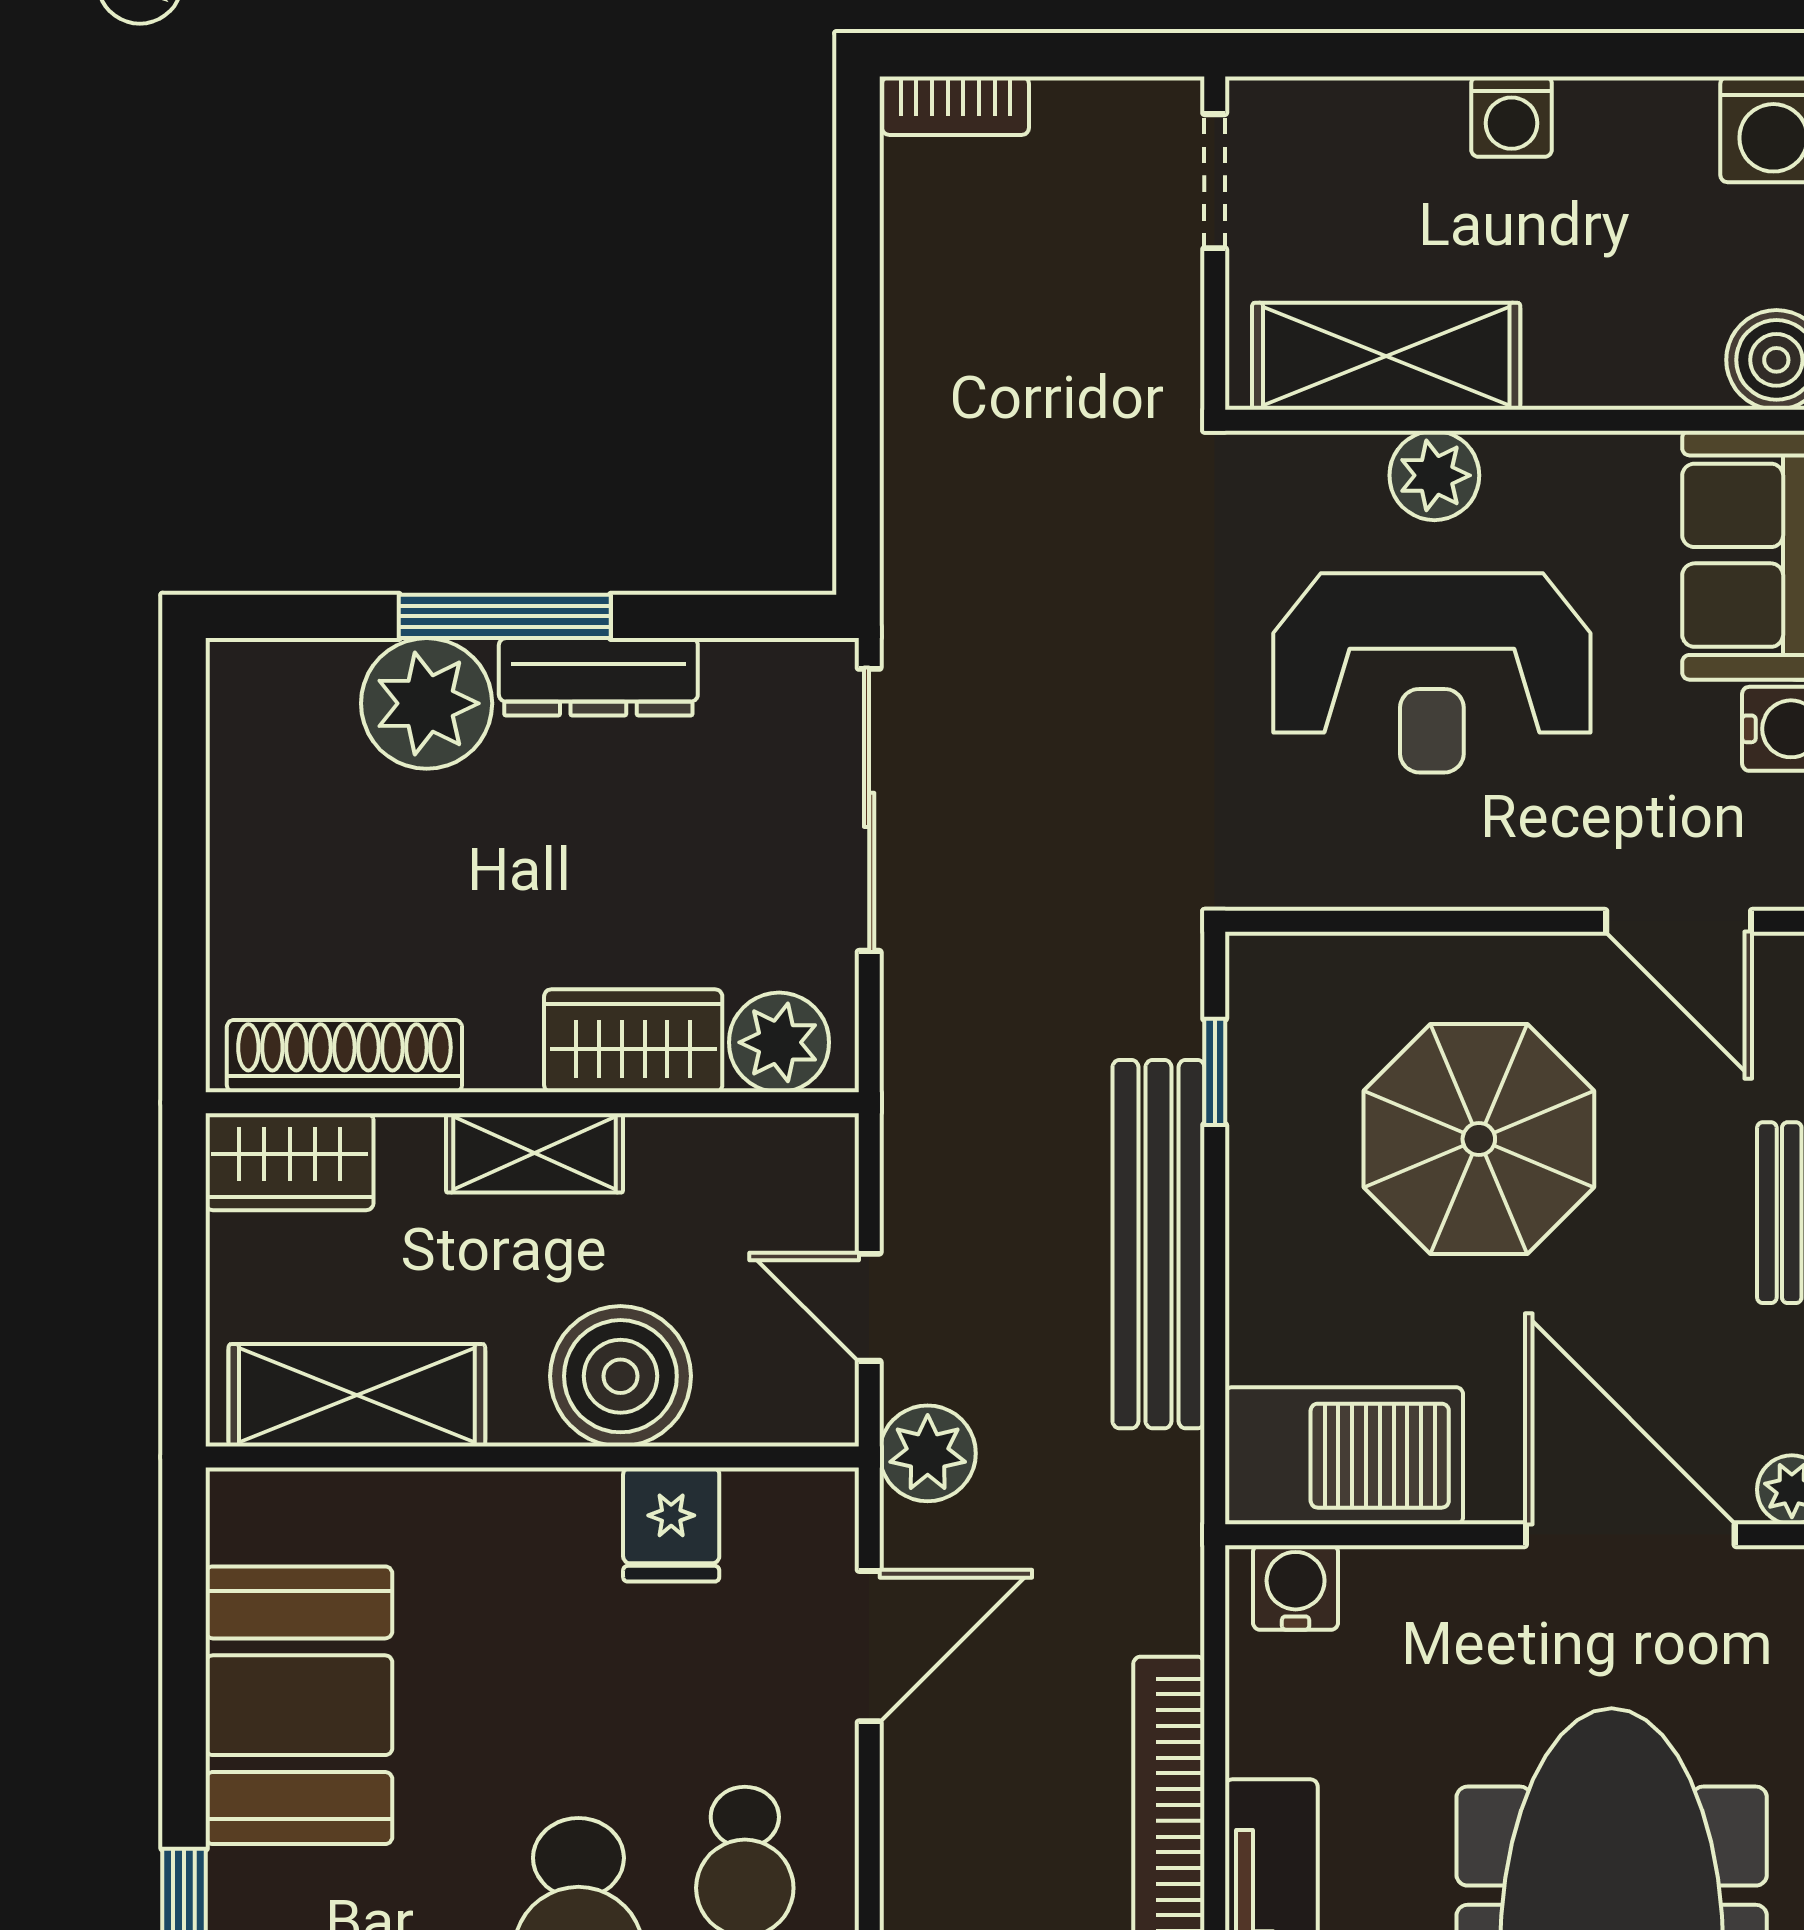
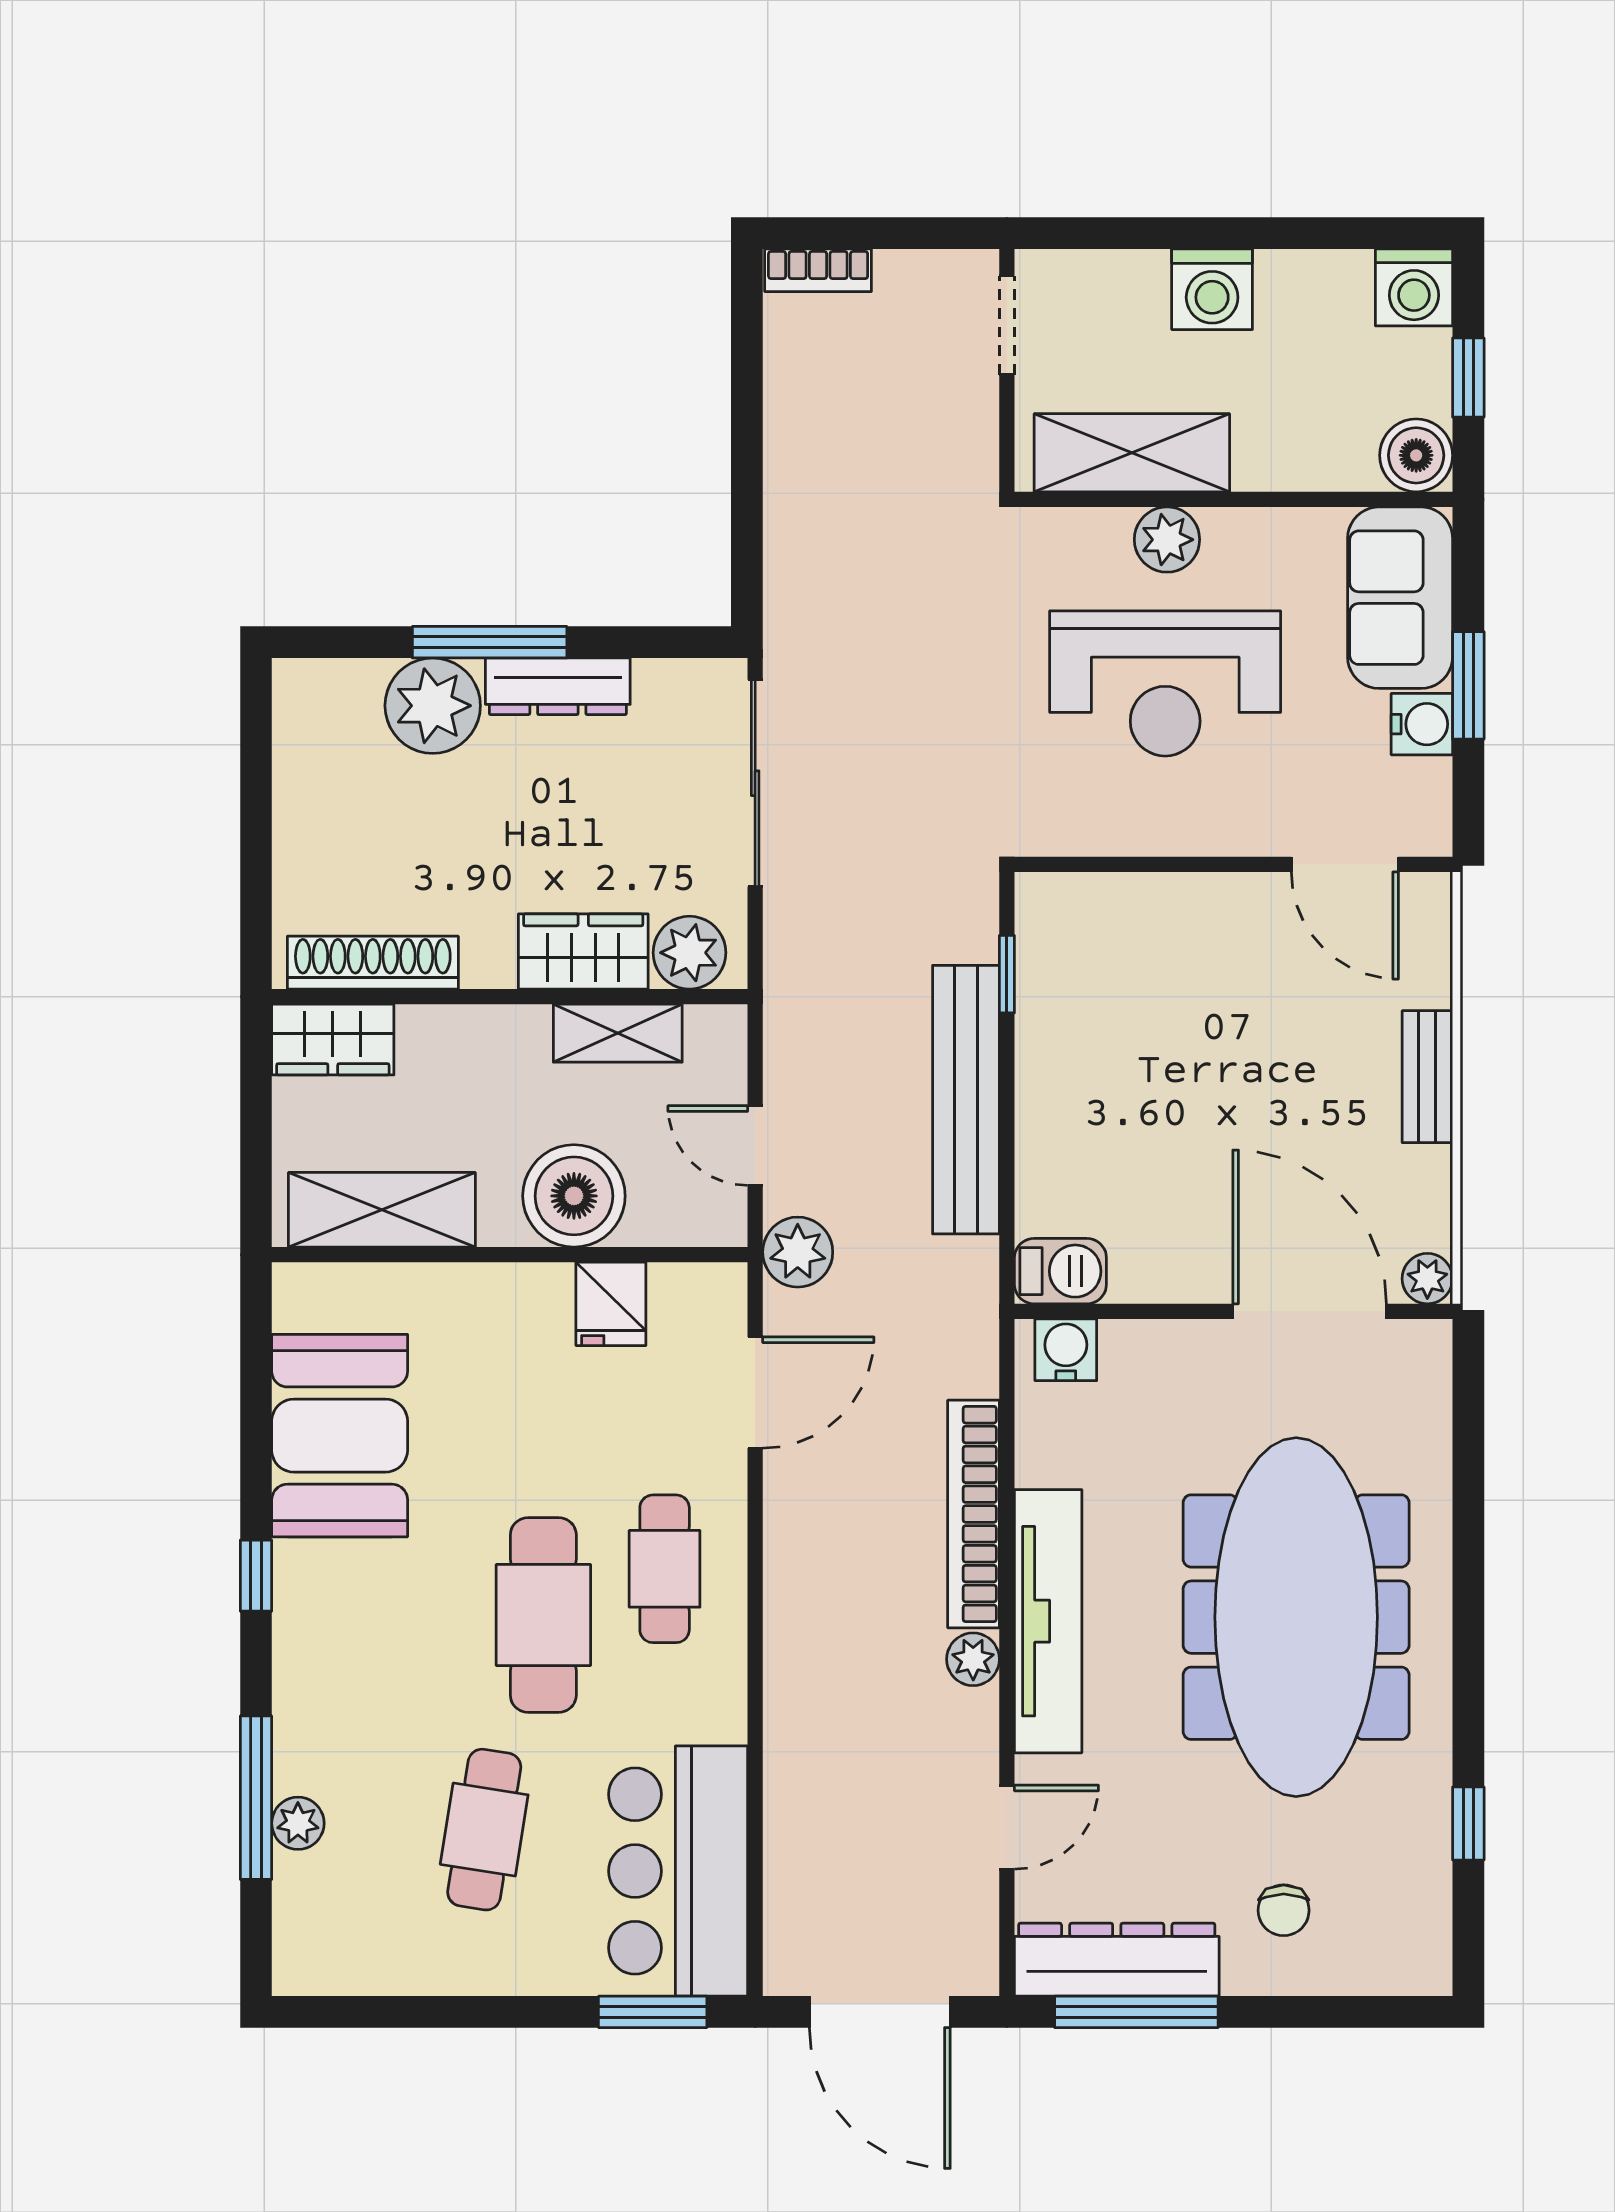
washing machine: (1511, 117) -> (1212, 289), width x1.38, depth x1.38
parasol: (1479, 1139) -> (1199, 1023), removed
shelving: (534, 1153) -> (618, 1033), moved
barbecue: (1344, 1456) -> (1060, 1271), width x0.53, depth x0.65

